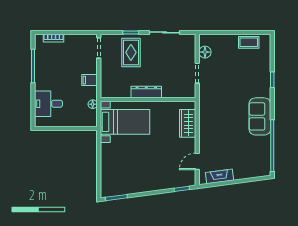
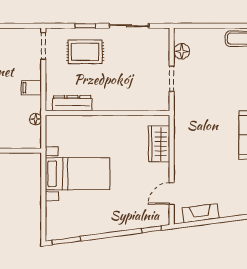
rug: (131, 52) -> (85, 52), turned 90
dresser: (146, 92) -> (72, 103), moved
bed with nightstands: (125, 122) -> (77, 174), moved

